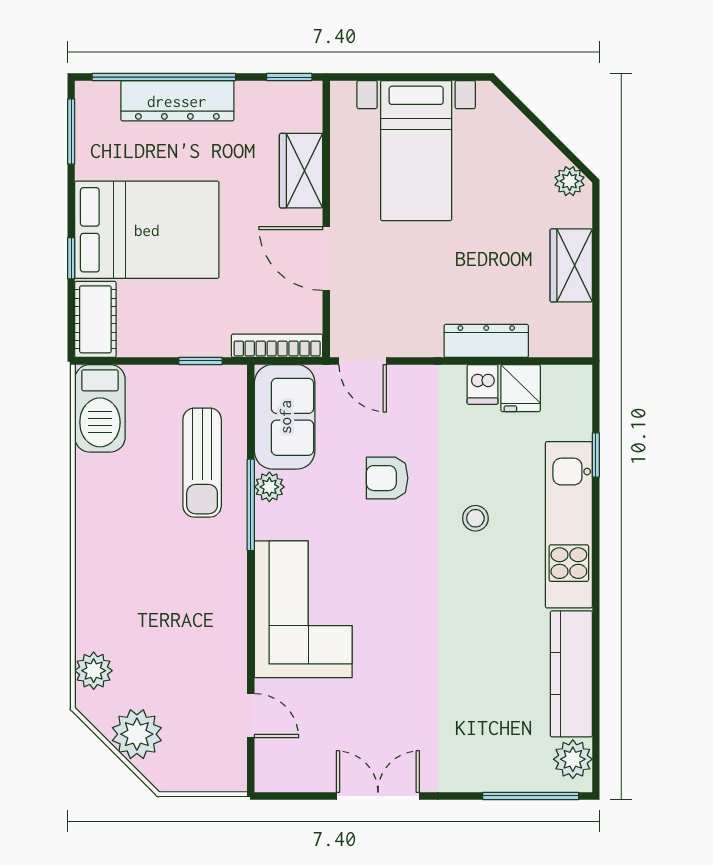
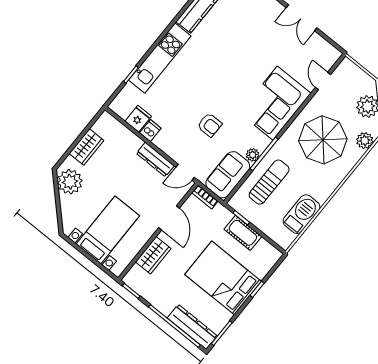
dresser: (177, 101) -> (192, 327), moved
plant: (570, 181) -> (70, 182), width x1.88, depth x1.88
cot: (95, 319) -> (243, 233), moved, turned 90
dresser: (486, 341) -> (155, 160), moved
bookcase: (277, 346) -> (205, 197), width x0.64
door: (363, 361) -> (185, 172), swing flipped
barbecue: (100, 408) -> (302, 214), moved
stool: (475, 518) -> (190, 86), removed
parasol: (168, 613) -> (323, 140), added

